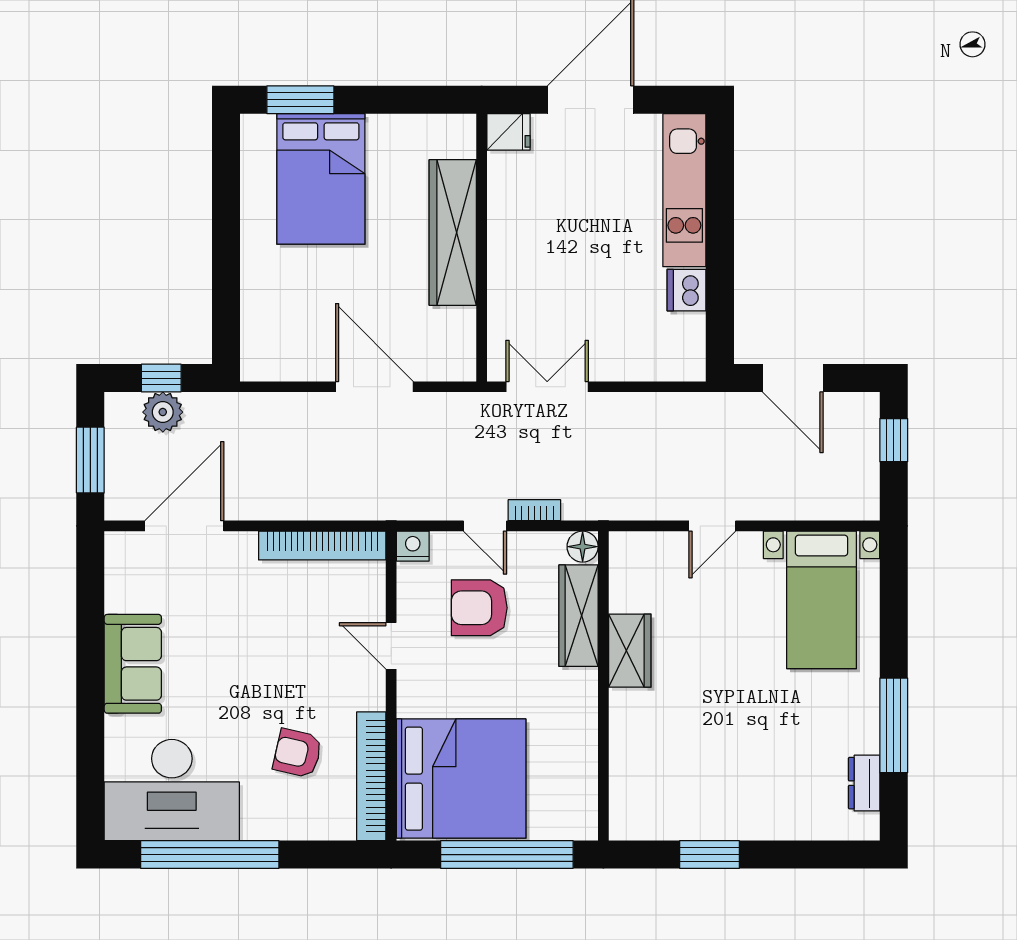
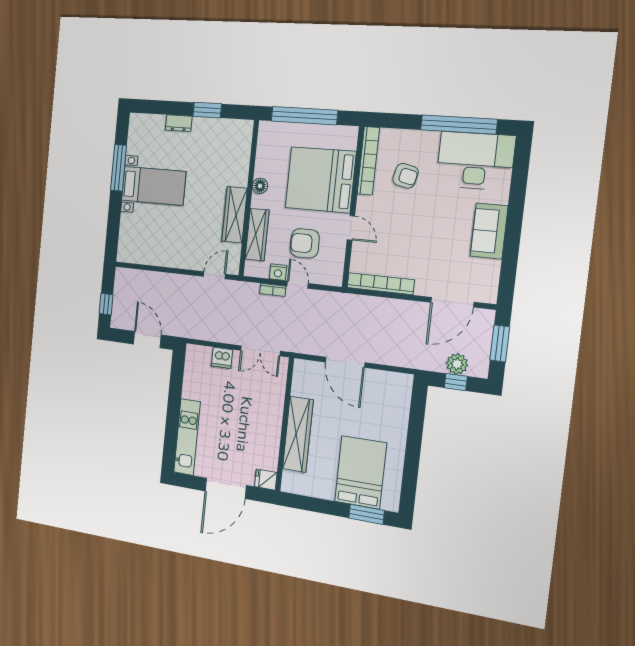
dishwasher: (687, 290) -> (222, 358), moved, turned 90
door: (712, 526) -> (215, 275), moved
nightstand: (413, 546) -> (278, 272), moved
floor lamp: (583, 547) -> (260, 186), moved
bed with nightstands: (822, 600) -> (154, 186), moved, turned 90
armchair: (479, 608) -> (305, 243), turned 180
wardrobe: (630, 651) -> (235, 215), width x1.50
bed: (461, 779) -> (320, 180), moved
dresser: (864, 783) -> (179, 123), moved, turned 90

